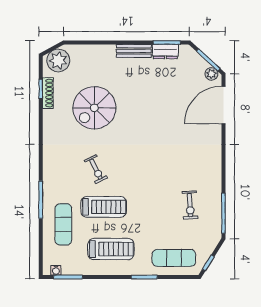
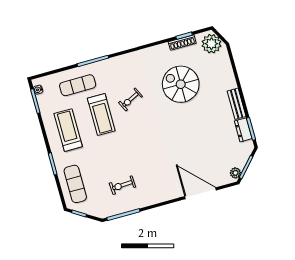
door: (223, 105) -> (201, 193), moved
treadmill: (111, 249) -> (68, 130), turned 180

